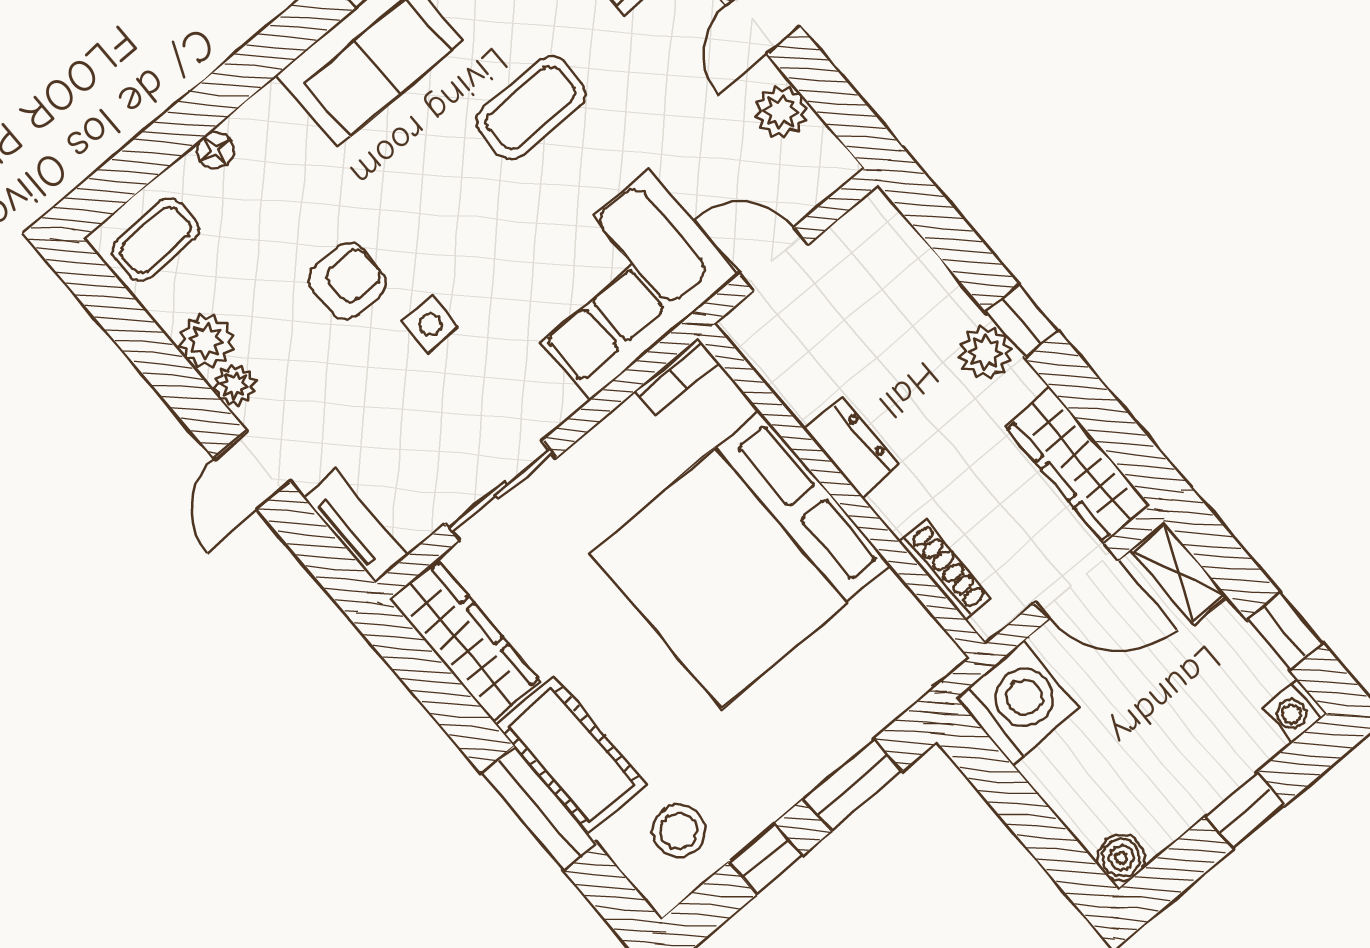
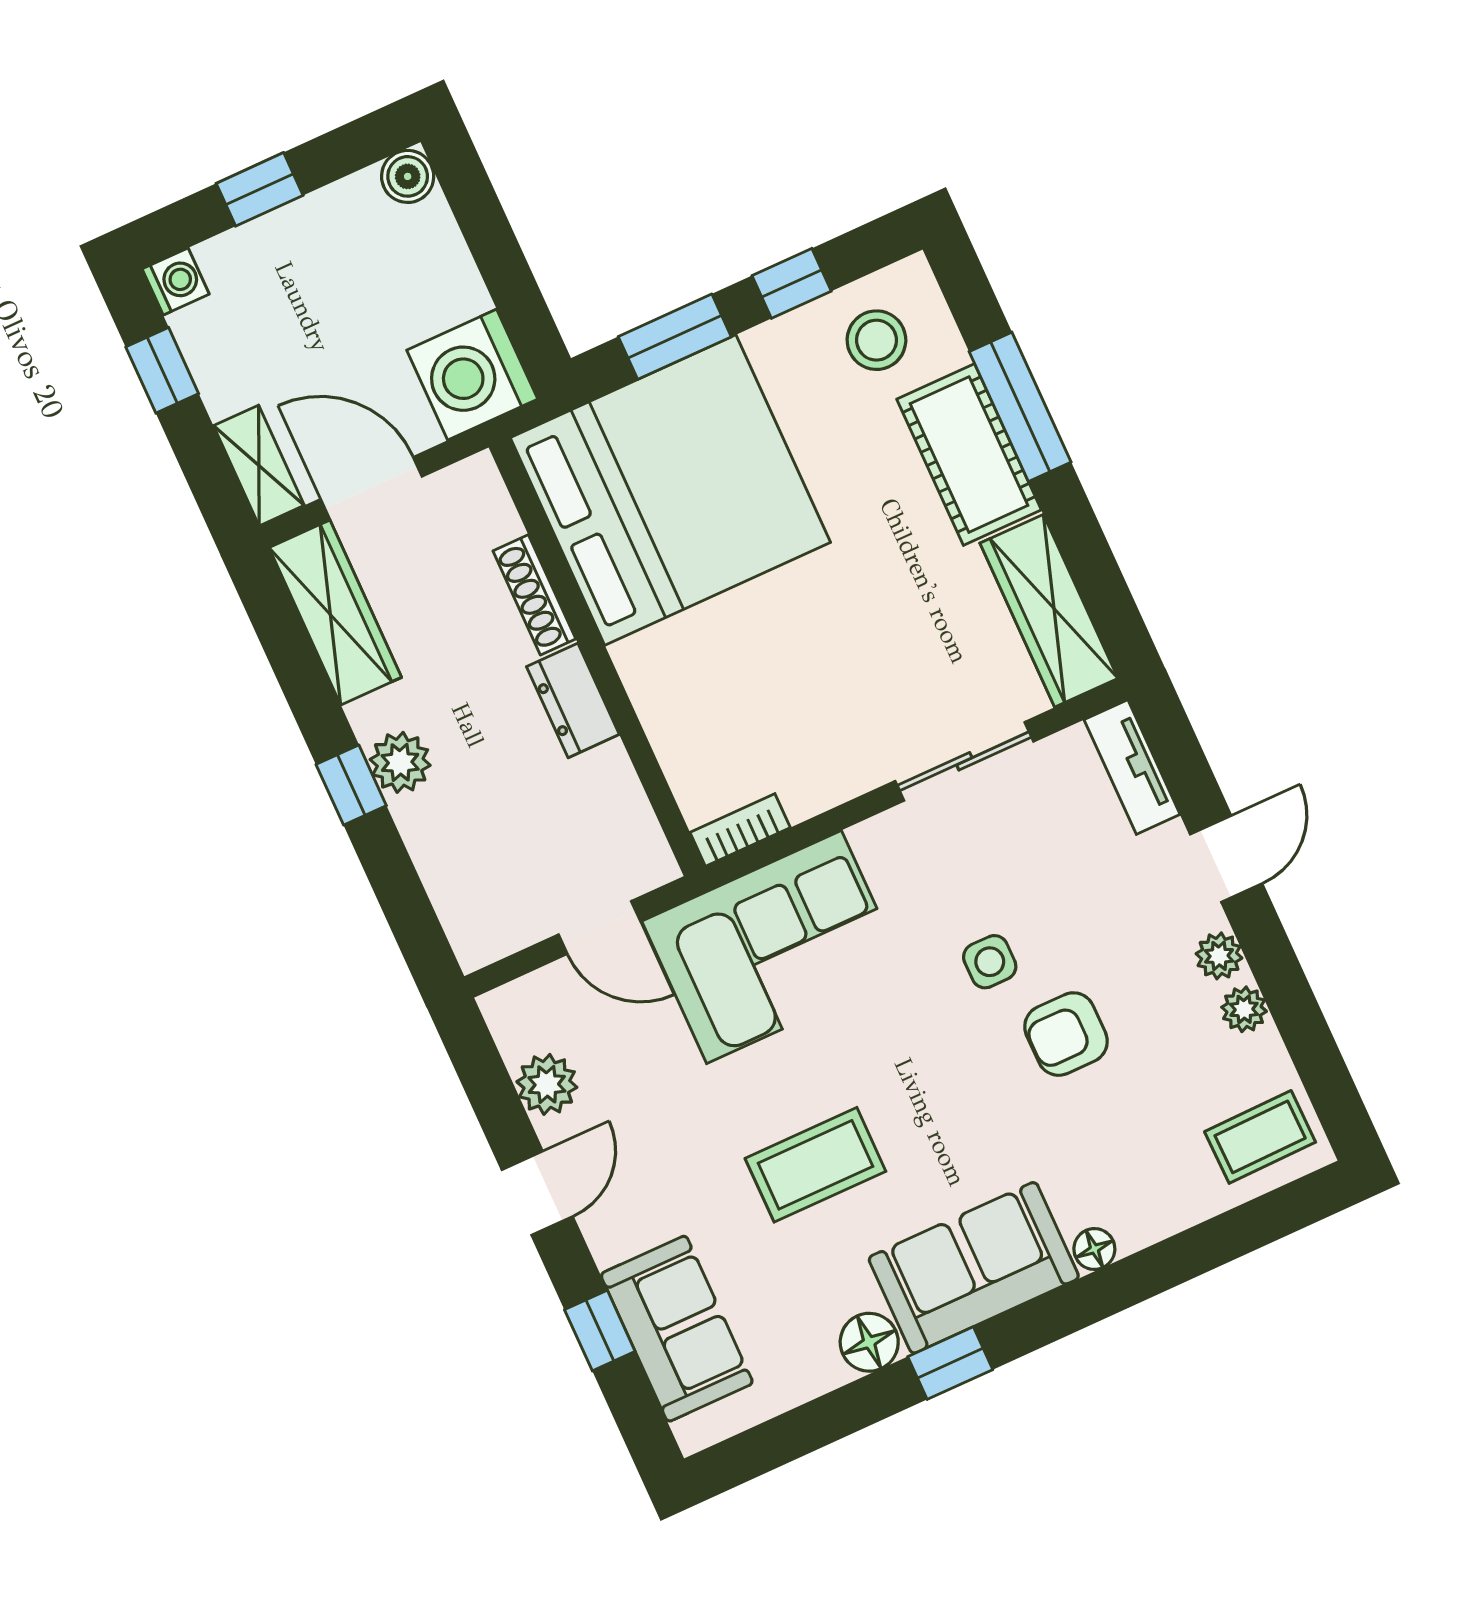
floor lamp: (215, 150) -> (1094, 1249), moved
plant: (206, 341) -> (1244, 1009), width x0.73, depth x0.73
bed: (741, 559) -> (670, 490), moved
shoe rack: (945, 569) -> (534, 595), moved

